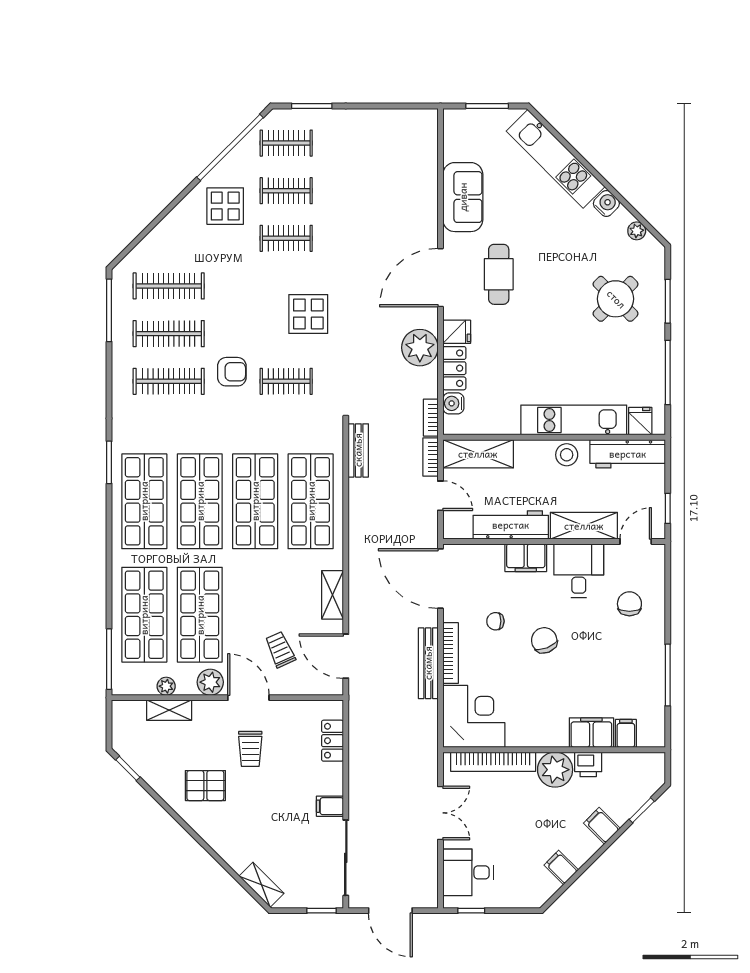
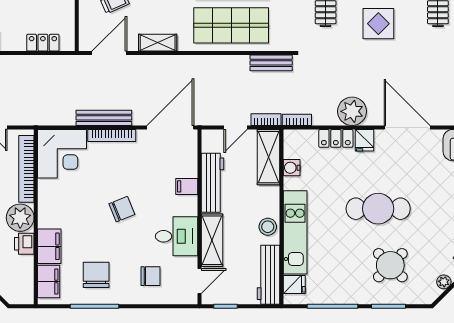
cafe table: (499, 274) -> (378, 209), moved, width x1.37, depth x1.35
water cooler: (453, 403) -> (292, 168), moved, turned -90
door: (636, 541) -> (200, 281), hinge flipped
filing cabinet: (526, 558) -> (187, 186), width x0.50
chair: (495, 621) -> (96, 275), moved, width x1.87, depth x1.87
filing cabinet: (626, 733) -> (49, 282), width x2.00

